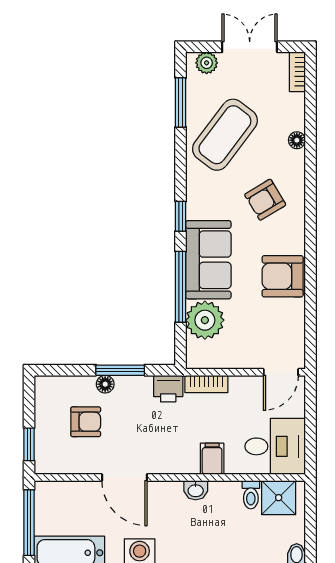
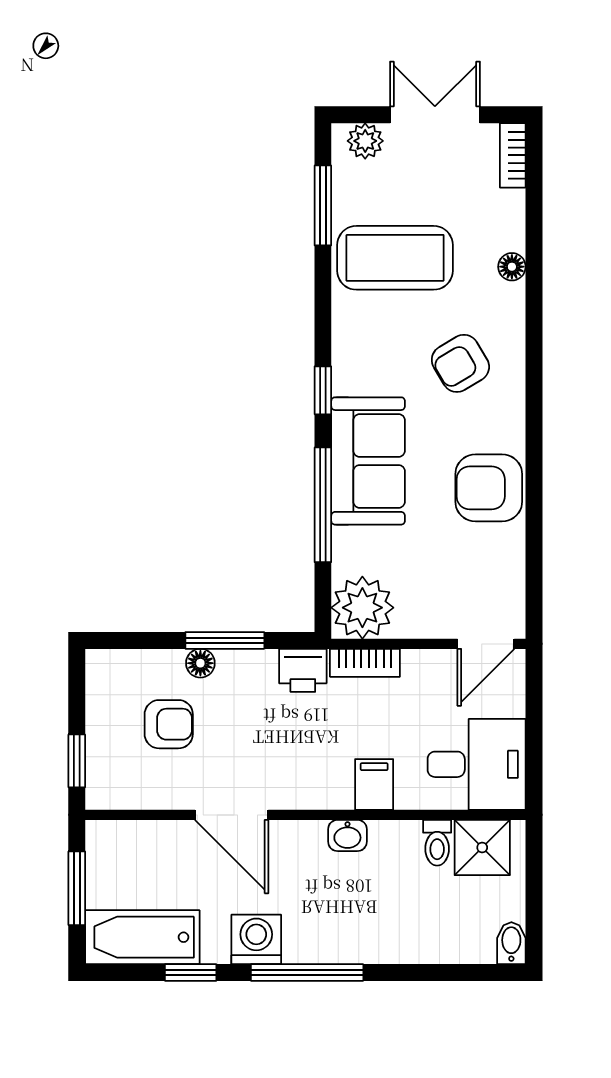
coffee table: (225, 135) -> (395, 258), turned 53
plant: (205, 320) -> (362, 608), moved
window: (29, 523) -> (77, 888), width x0.69

